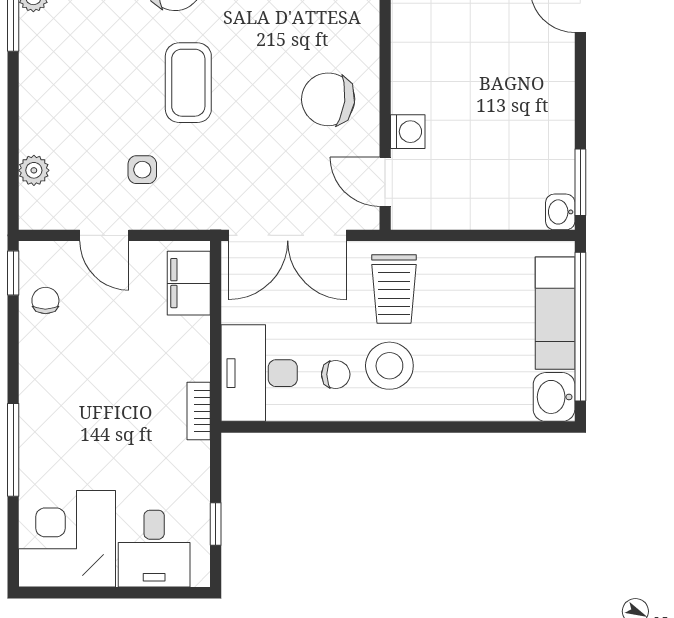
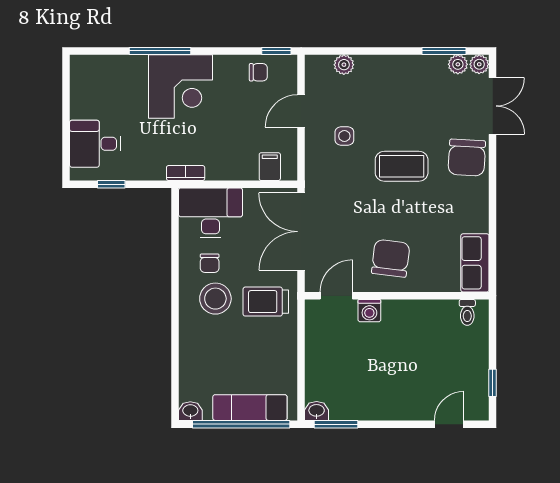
filing cabinet: (189, 283) -> (270, 167), width x0.50
washbasin: (554, 397) -> (190, 411), width x0.72, depth x0.69
corner desk: (67, 539) -> (180, 86), moved, turned 90

